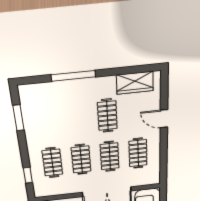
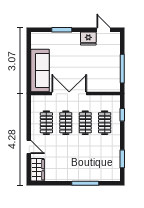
wardrobe: (135, 83) -> (38, 170), moved, turned 90
clothes rail: (107, 116) -> (66, 154), removed

